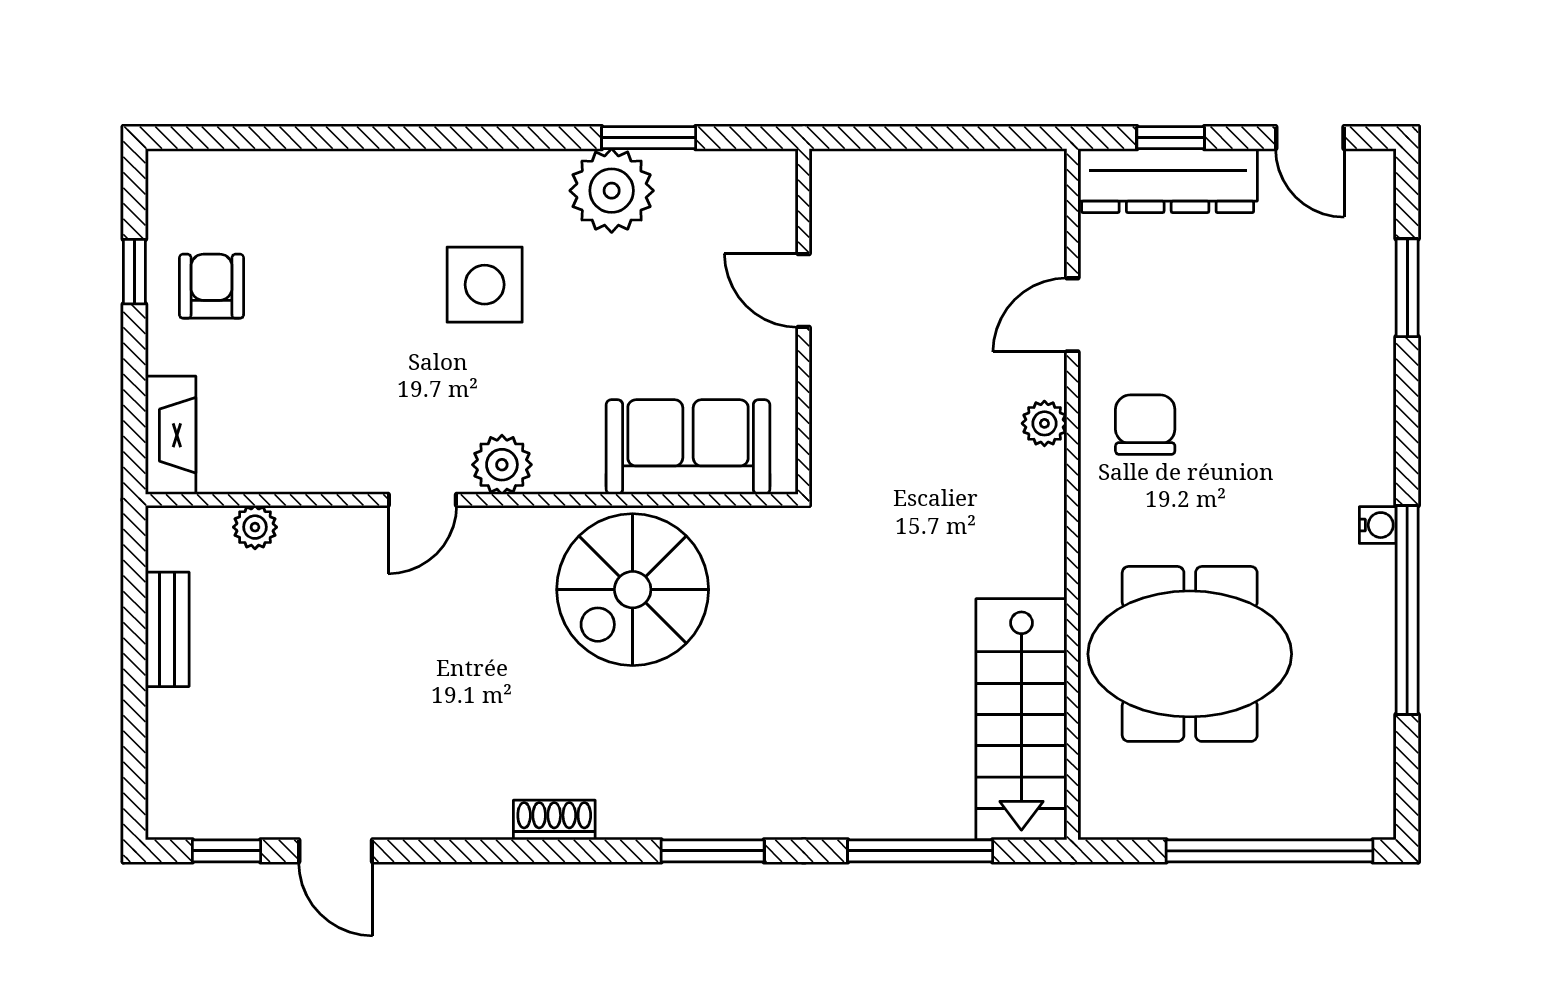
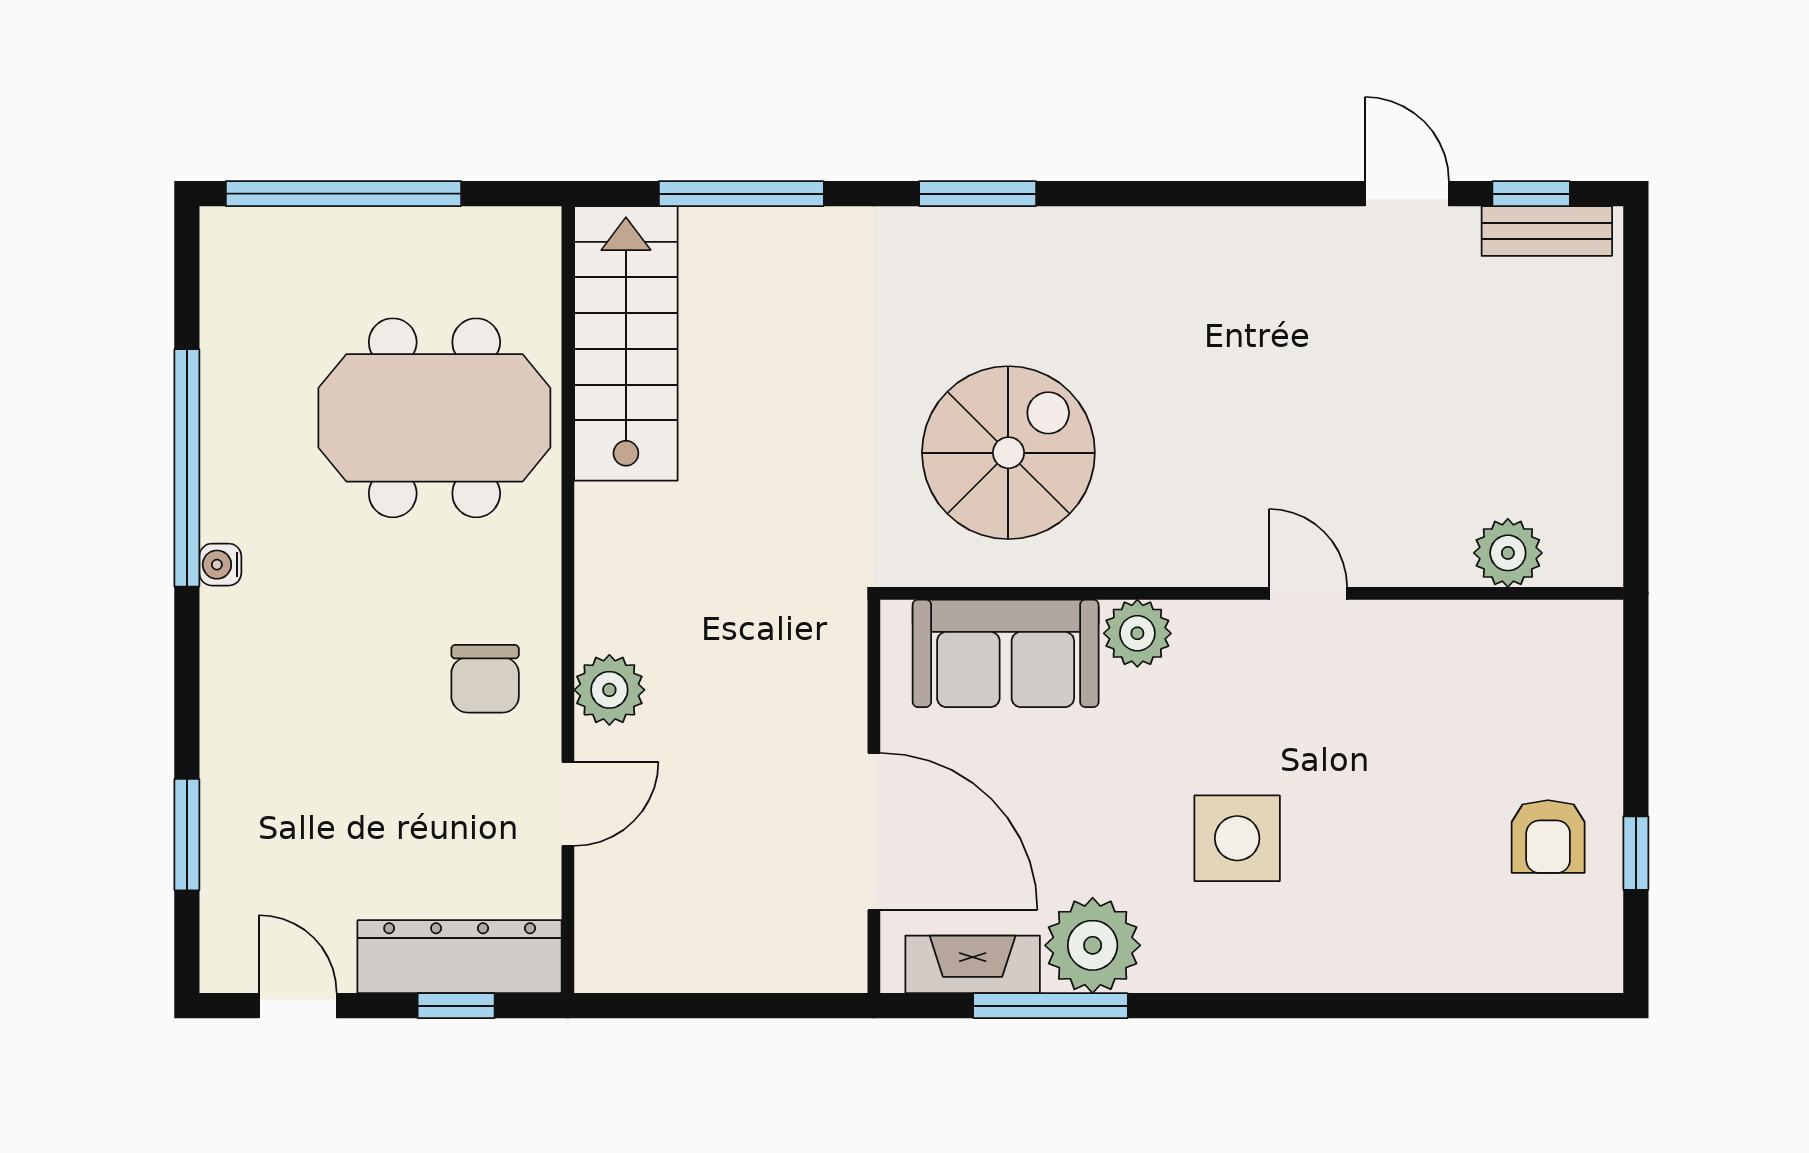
window: (649, 138) -> (1050, 1006), width x1.44
door: (804, 291) -> (874, 831), width x1.88
plant: (1044, 423) -> (609, 690), width x1.38, depth x1.38
fireplace: (171, 435) -> (973, 964), moved, turned 90
plant: (502, 465) -> (1137, 633), moved
door: (422, 500) -> (1308, 593), hinge flipped
plant: (255, 527) -> (1508, 553), width x1.38, depth x1.38
spiral stairs: (633, 590) -> (1008, 453), moved
bench: (167, 629) -> (1547, 231), moved, turned 90
shoe rack: (554, 820) -> (1158, 229), removed

